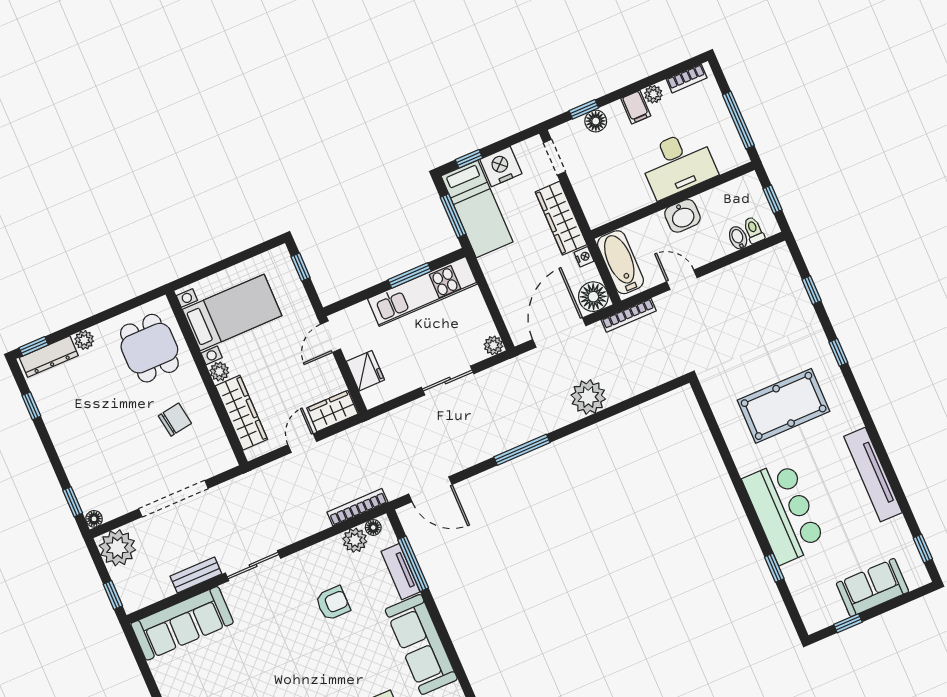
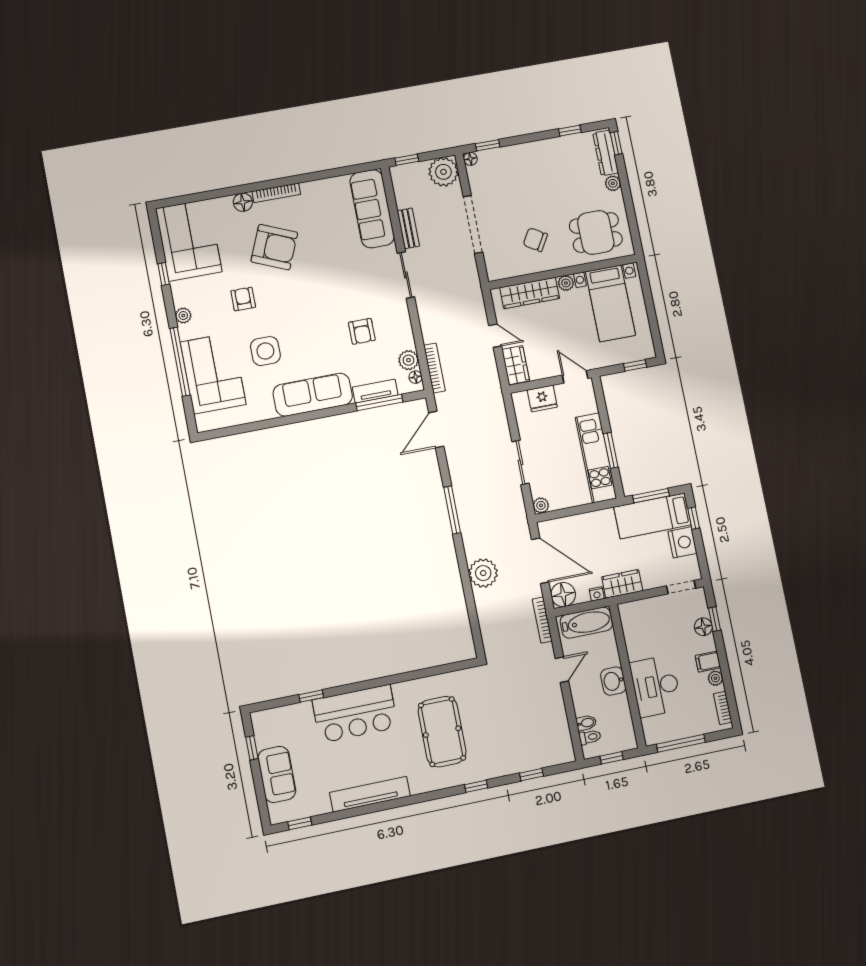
wardrobe: (561, 218) -> (622, 584), width x0.67
chair: (175, 420) -> (535, 240), turned 130

